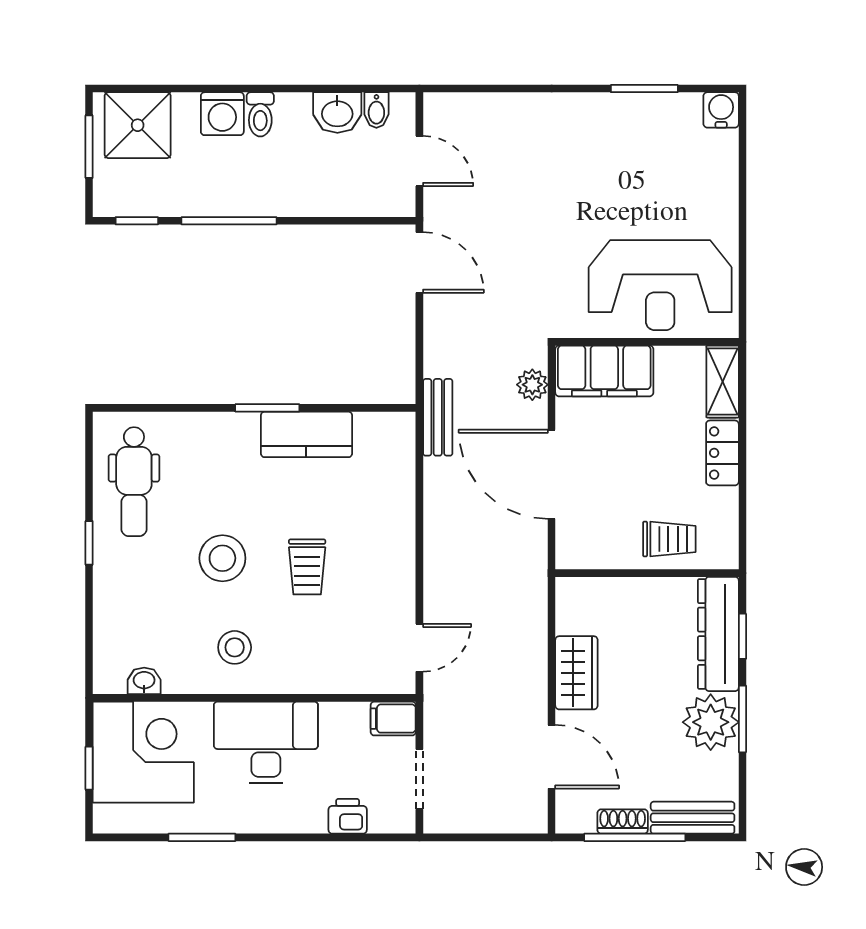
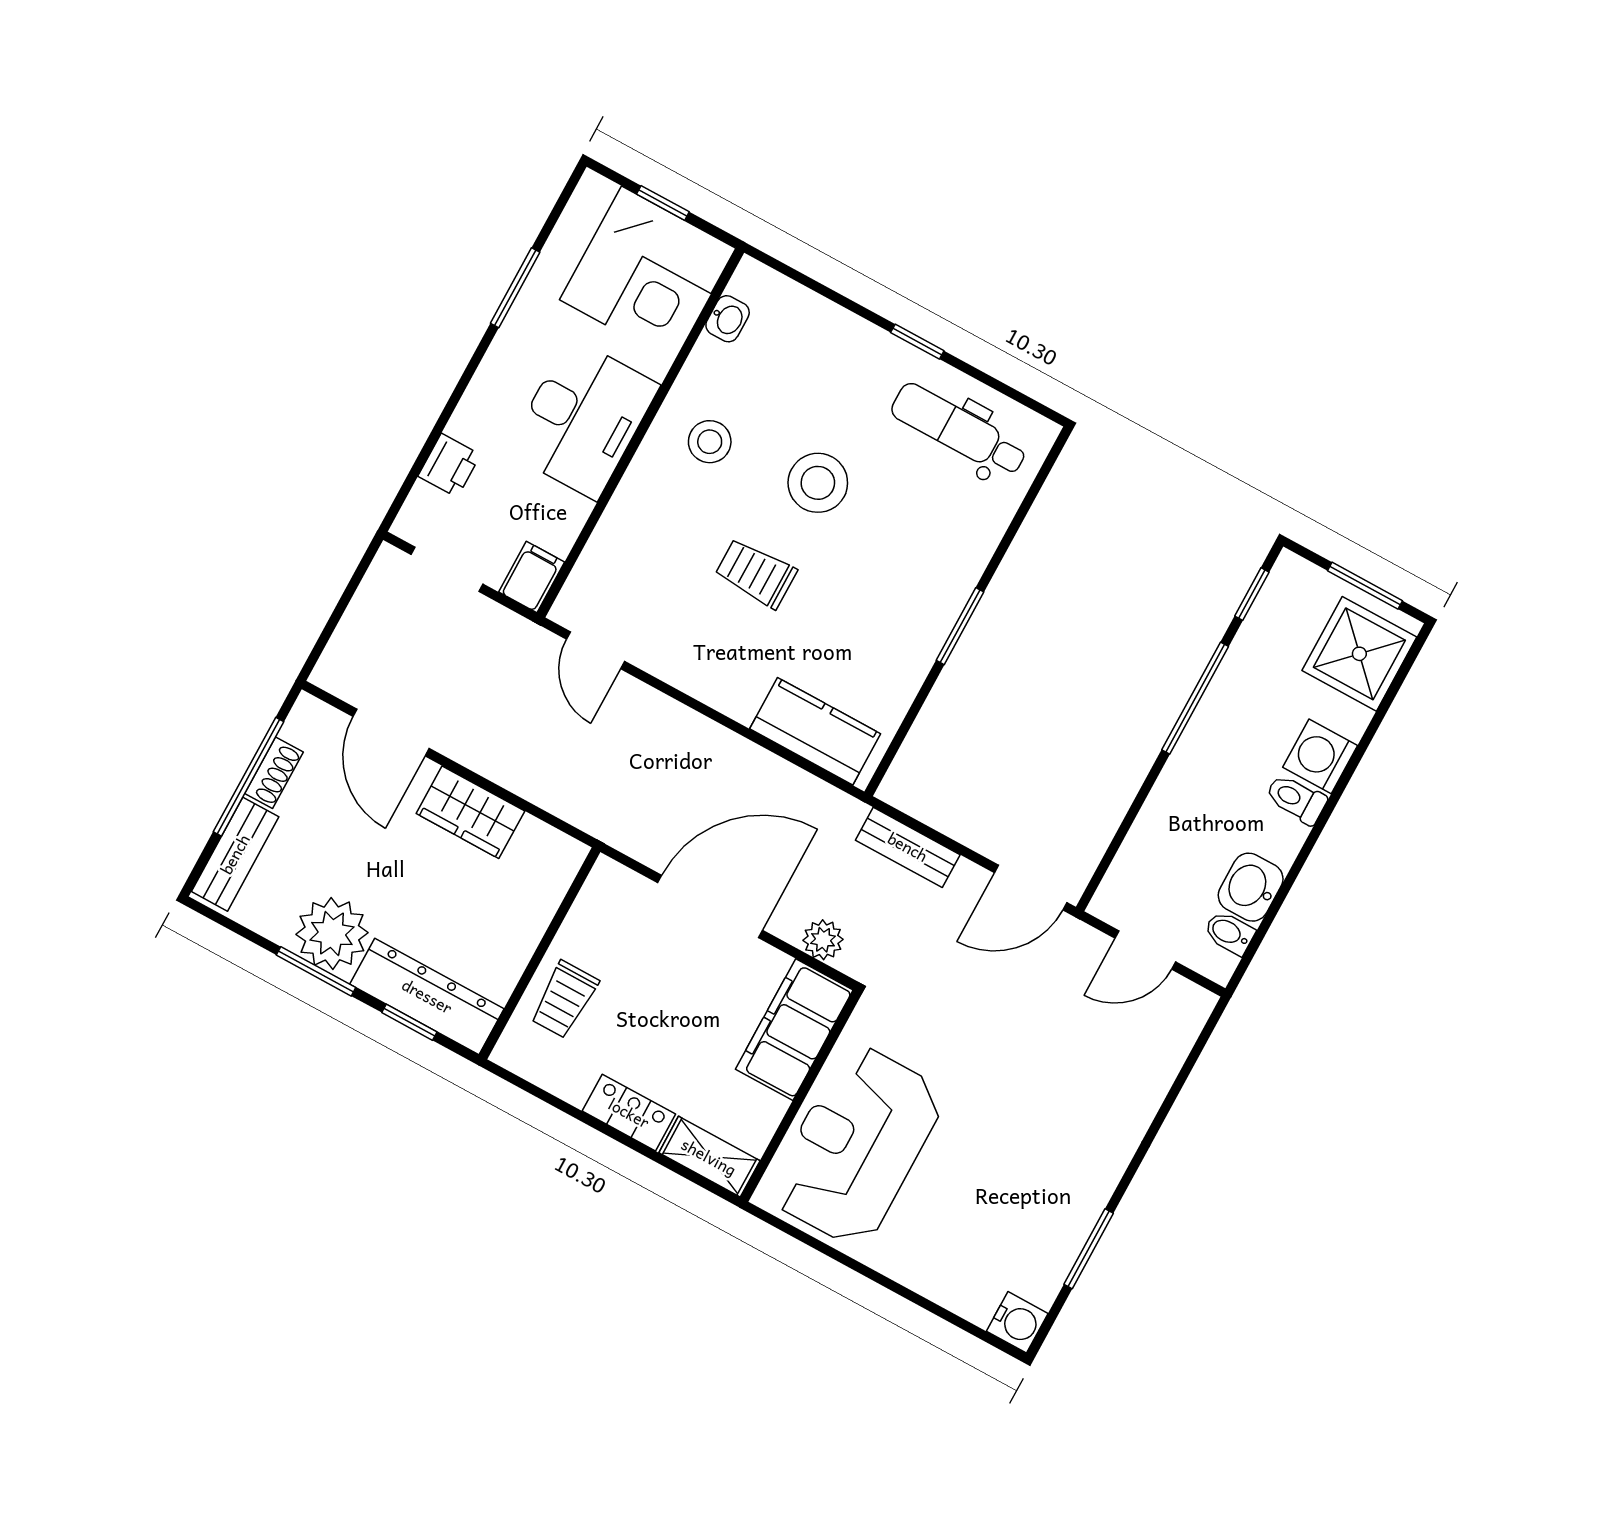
bench: (438, 417) -> (908, 847), moved
kitchen counter: (306, 434) -> (815, 731), moved, turned 90
door: (552, 757) -> (391, 732), hinge flipped

